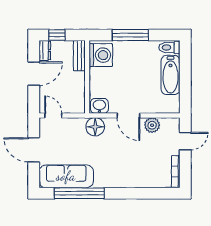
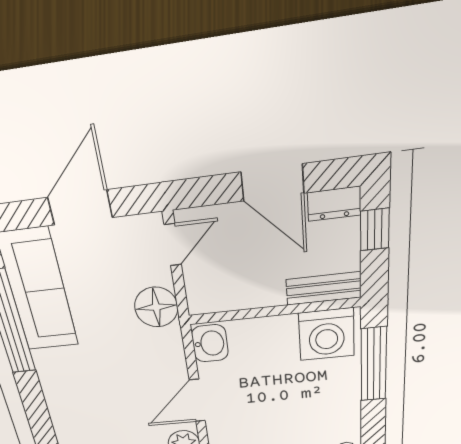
window: (130, 35) -> (374, 364), moved
floor lamp: (95, 127) -> (156, 307), moved

